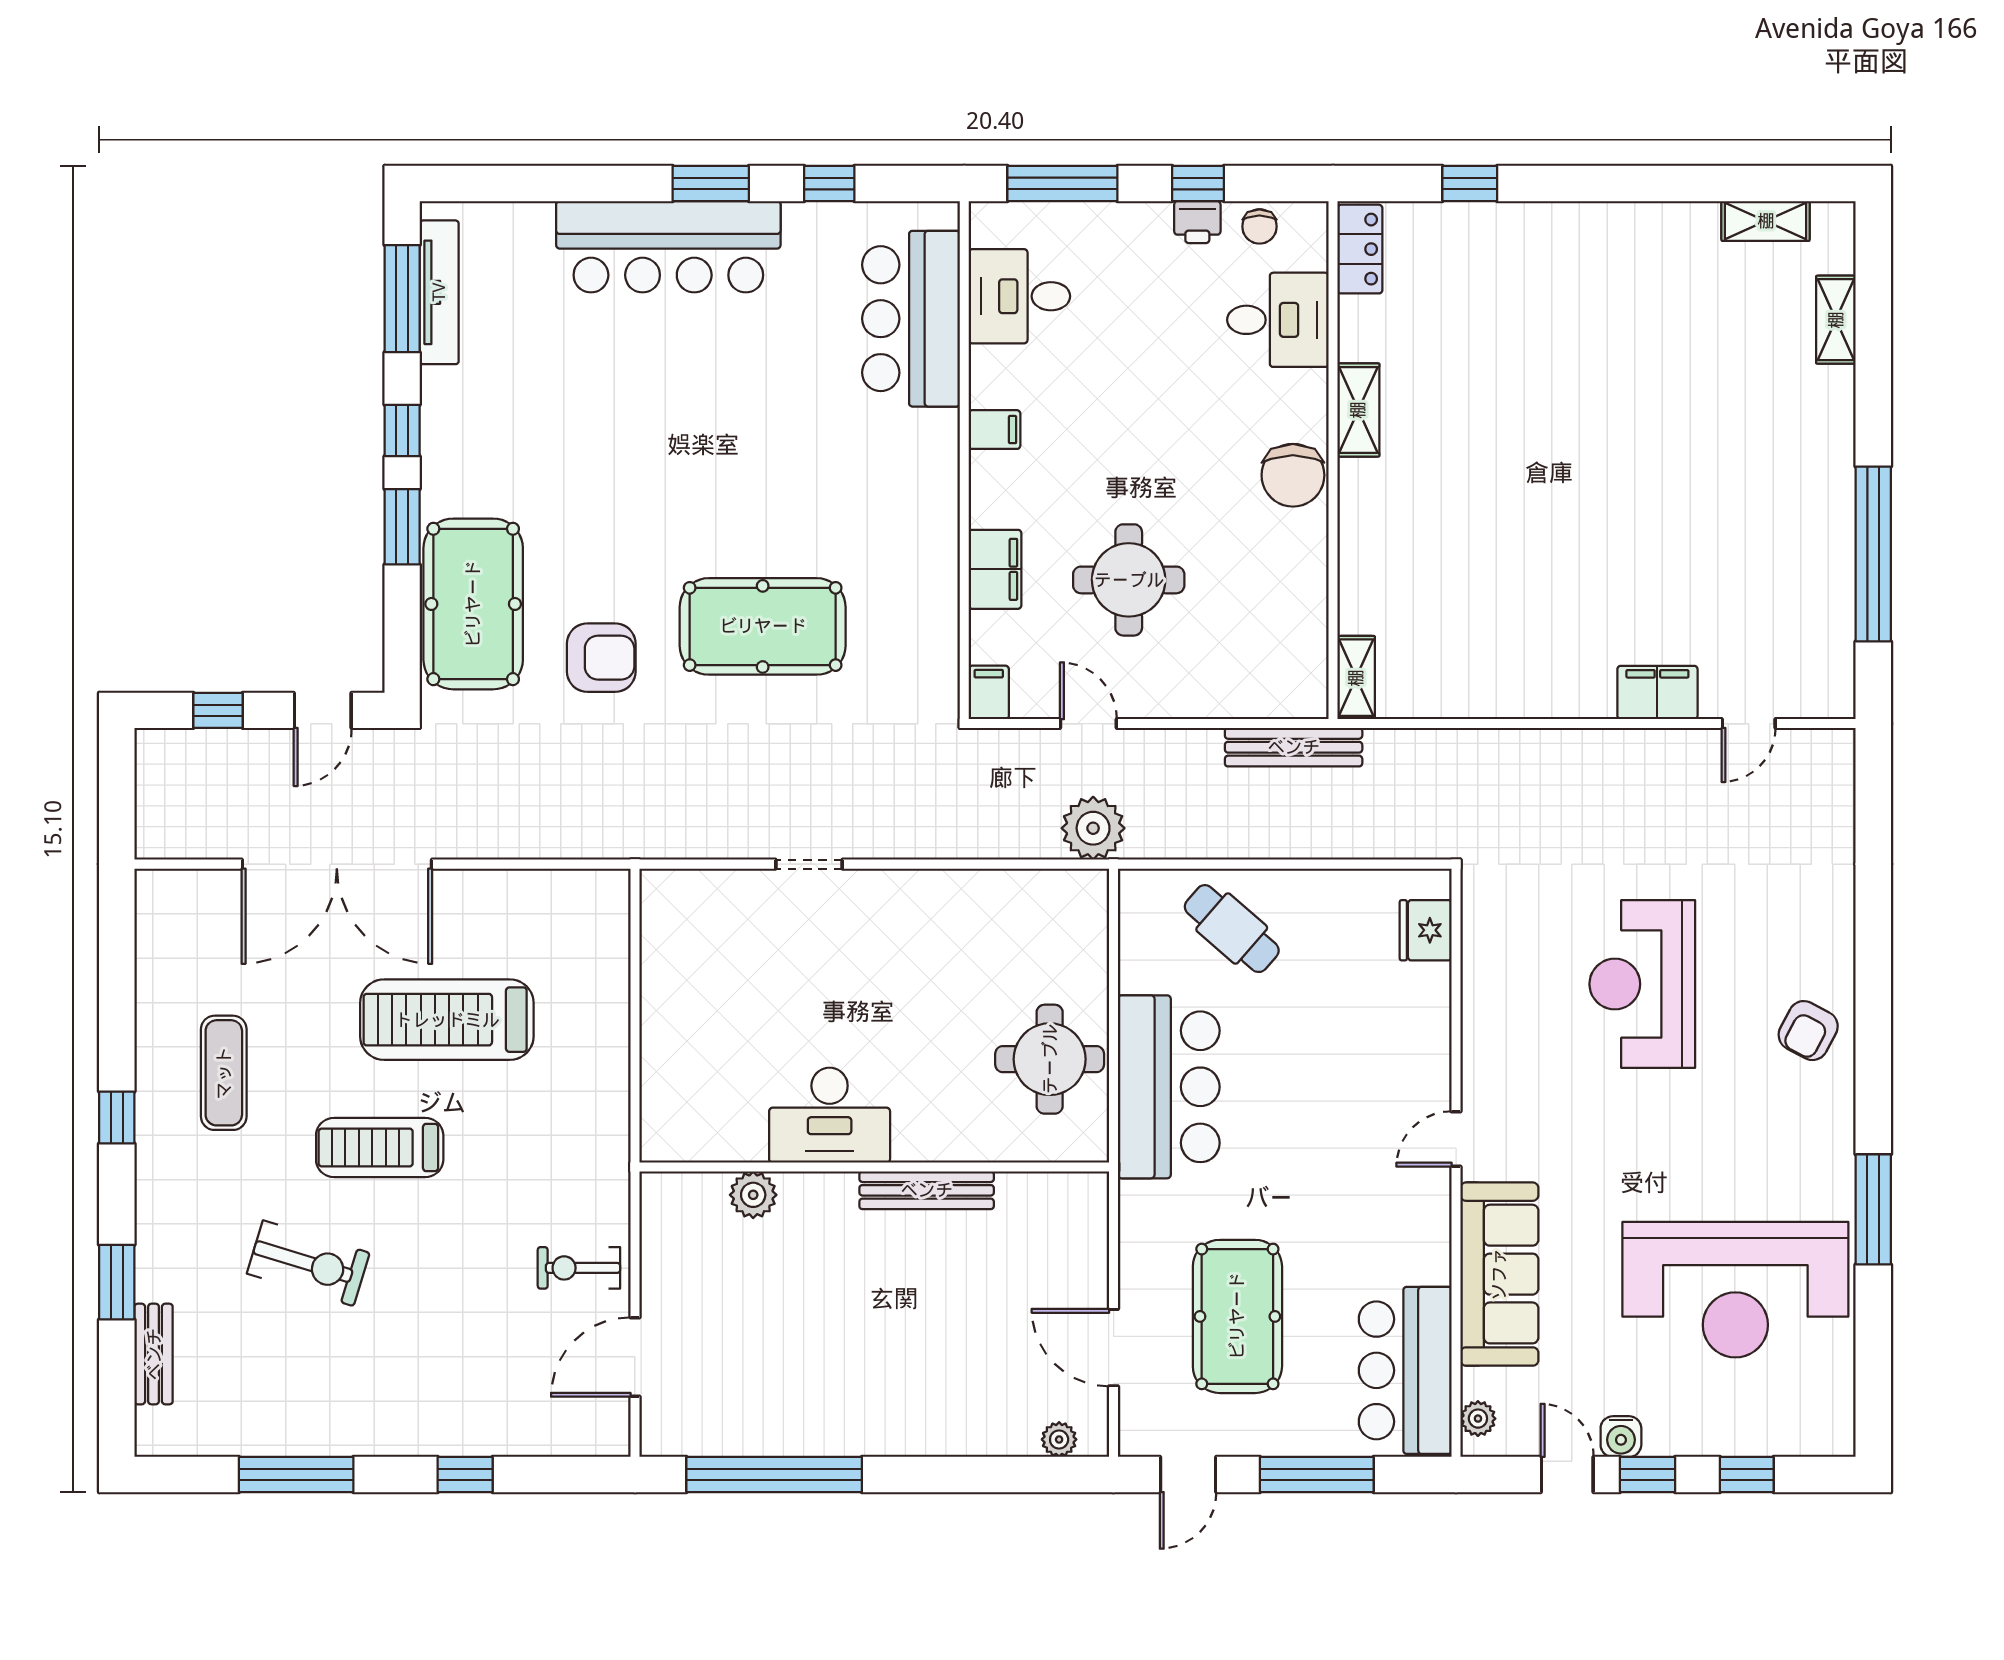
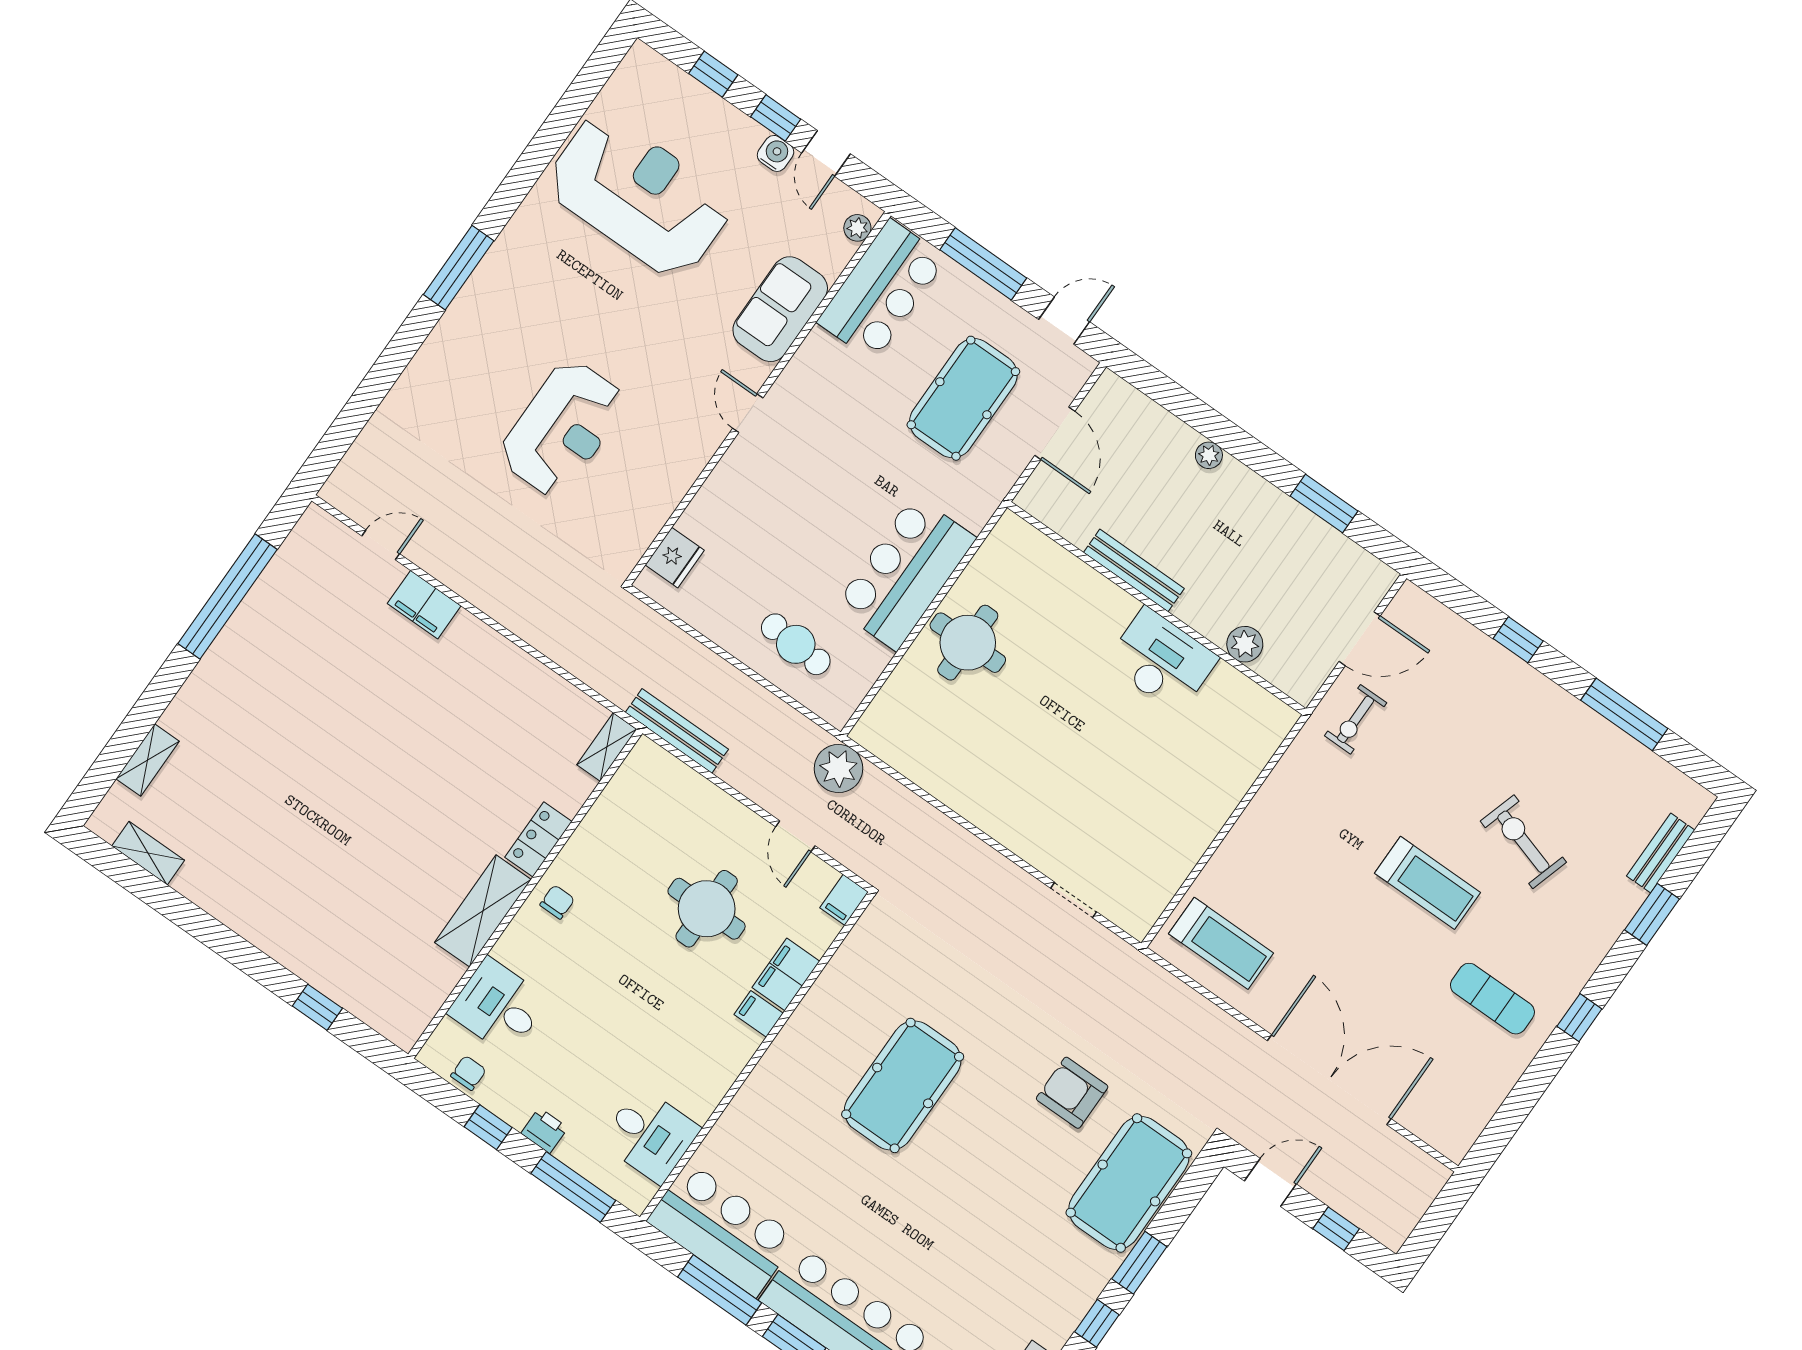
window: (829, 183) -> (720, 1290), width x2.17
printer: (1197, 222) -> (544, 1130), moved
locker: (1360, 249) -> (538, 839), moved
bar counter: (911, 319) -> (722, 1229), moved, turned -90
shelving: (1358, 410) -> (483, 911), width x1.50, depth x1.33
filing cabinet: (994, 430) -> (759, 1014), moved
chair: (1293, 475) -> (557, 902), width x0.54, depth x0.54
pool table: (763, 626) -> (903, 1085), moved, turned 90
doorway: (809, 864) -> (1074, 900), moved
cafe table: (1232, 929) -> (796, 644), turned -37
treadmill: (447, 1020) -> (1221, 943), moved, width x0.73, depth x0.73
armchair: (1808, 1031) -> (479, 326), removed
exercise mat: (224, 1073) -> (1492, 999), turned 90
desk: (830, 1115) -> (1162, 660), moved
door: (1456, 1139) -> (748, 413), swing flipped
wall: (874, 1167) -> (1157, 608), moved
bench: (927, 1190) -> (1134, 570), moved
plant: (753, 1195) -> (1245, 644), moved
window: (1873, 1209) -> (459, 268), moved
exercise bike: (579, 1268) -> (1356, 719), turned 90
sofa: (1499, 1274) -> (780, 309), width x0.73
plant: (1059, 1439) -> (1209, 455), moved
window: (774, 1474) -> (1324, 503), width x0.47

